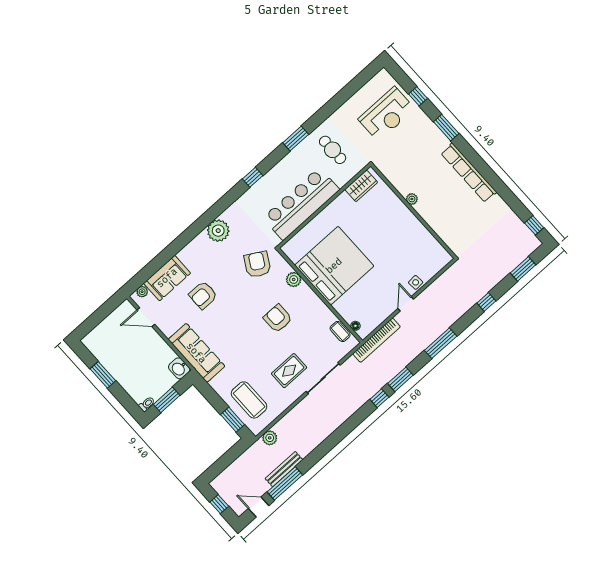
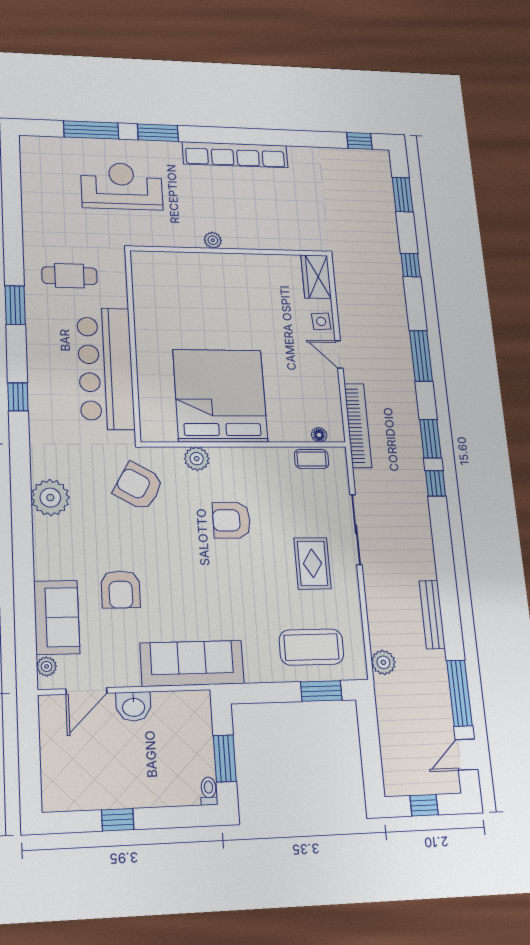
window: (418, 96) -> (91, 130), width x2.17
reception desk: (386, 114) -> (122, 186), moved, turned -90
wardrobe: (361, 186) -> (316, 277), moved, turned 180
washbasin: (179, 368) -> (134, 707), moved
window: (103, 375) -> (118, 820), width x0.67
bench: (284, 469) -> (432, 614), moved

